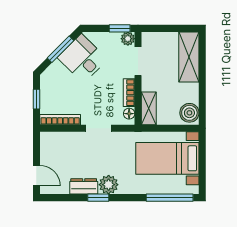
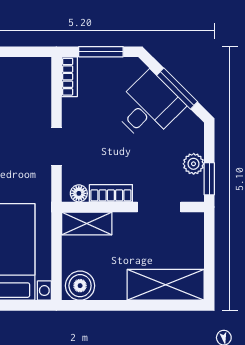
plant: (128, 39) -> (194, 164), moved
desk: (82, 59) -> (148, 107), moved
window: (36, 99) -> (101, 52), width x1.50
bookcase: (60, 120) -> (70, 77), width x0.64

